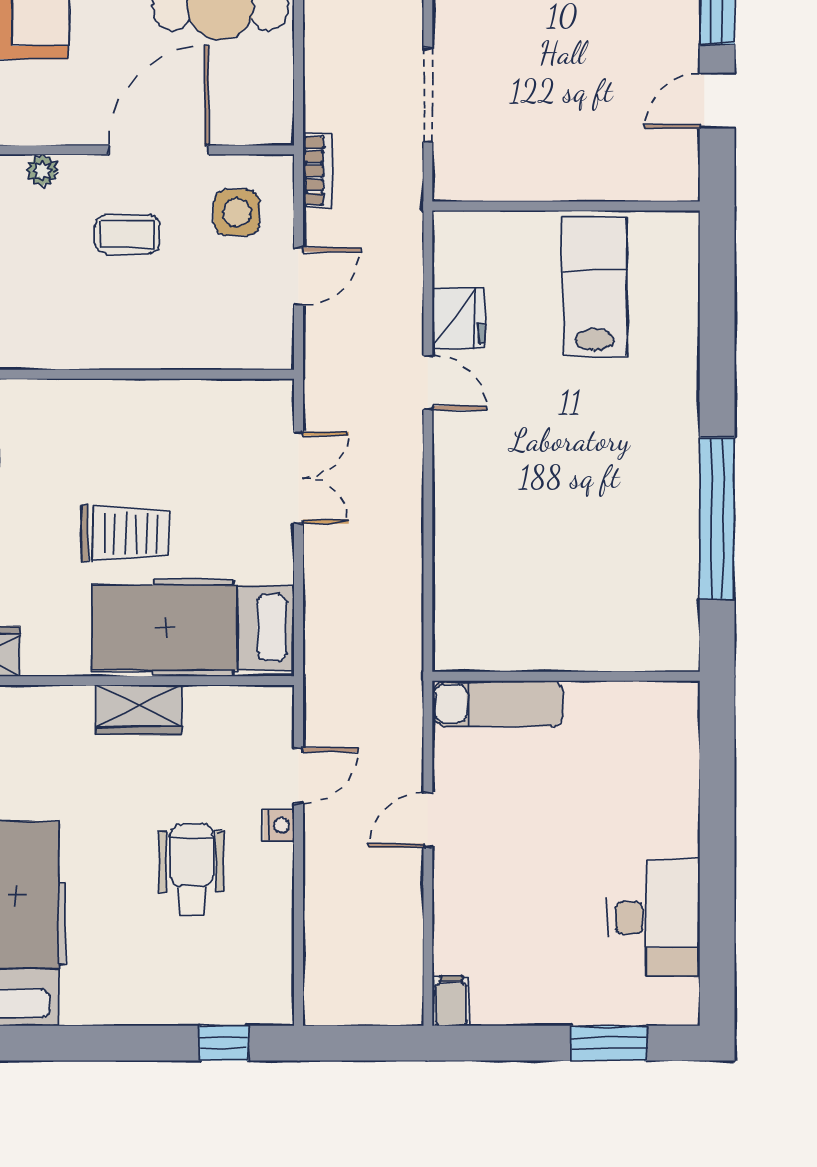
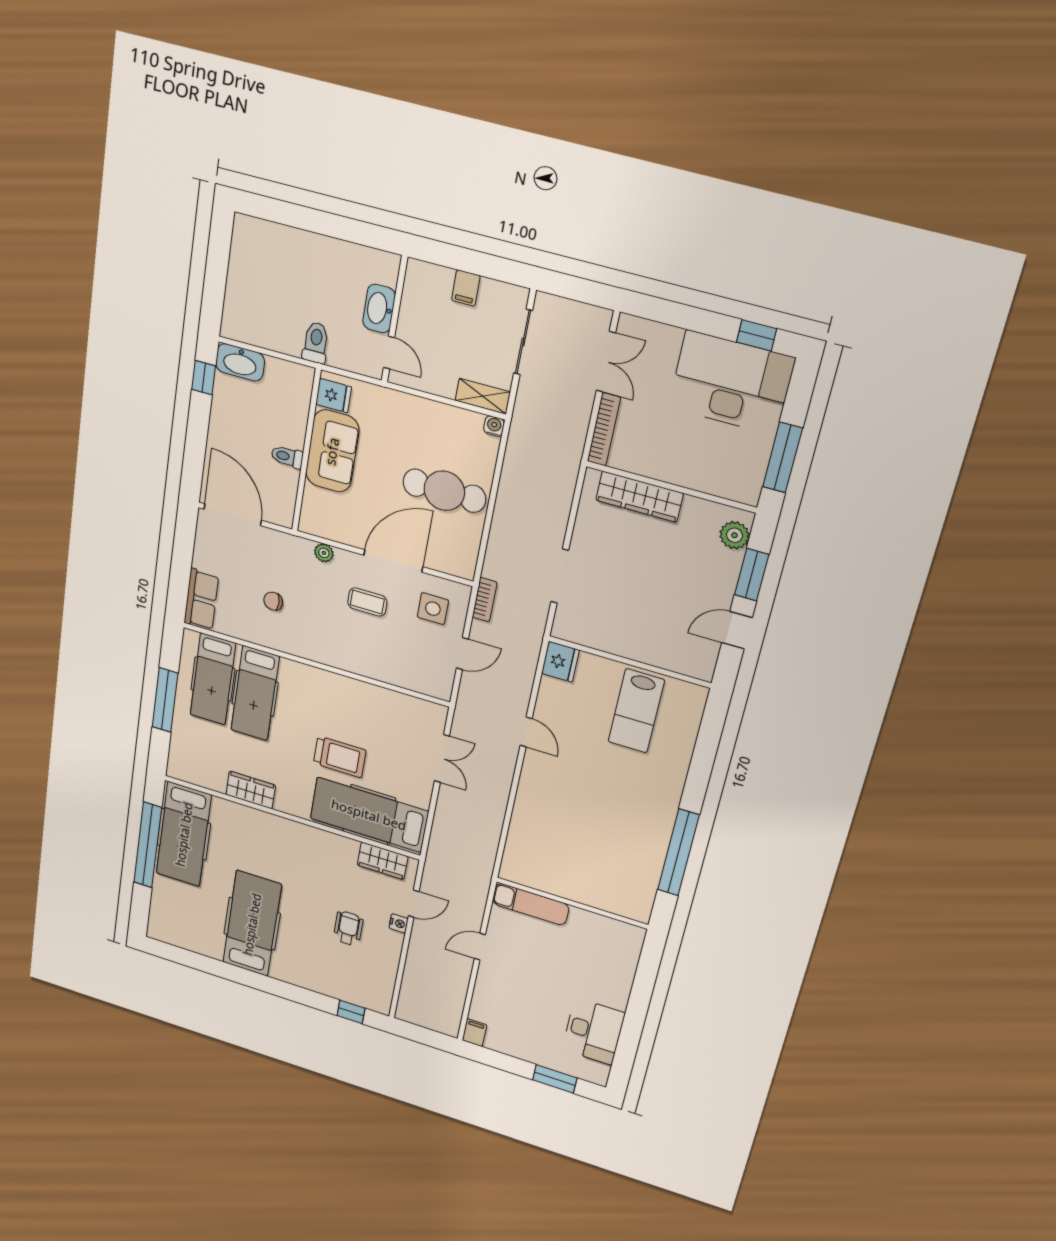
lab bench: (595, 287) -> (636, 711), turned 180
fridge: (458, 318) -> (560, 662), moved
wardrobe: (139, 710) -> (383, 861), moved
wheelchair: (192, 869) -> (348, 928), width x0.73, depth x0.73

